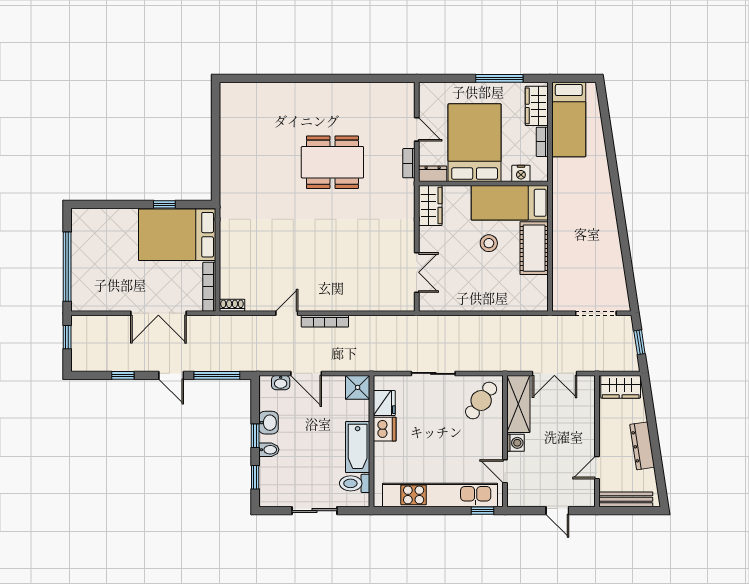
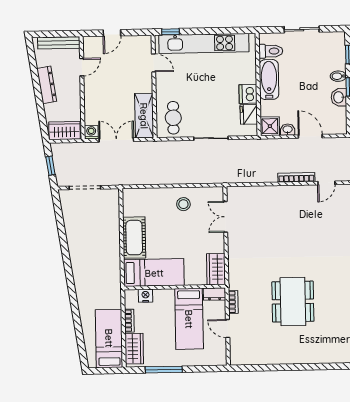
bed: (475, 143) -> (189, 319), width x0.67
dining table: (332, 162) -> (293, 302), turned 90
stool: (489, 243) -> (183, 204), moved
washbasin: (281, 383) -> (288, 130), moved
cafe table: (481, 400) -> (173, 118), turned -36
washing machine: (516, 443) -> (91, 132), moved, turned 90
door: (557, 511) -> (112, 33), swing flipped

